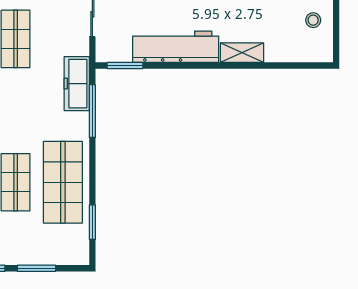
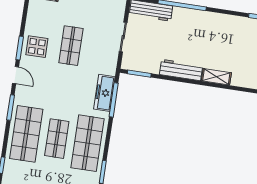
workbench: (176, 47) -> (181, 70), width x0.73, depth x0.76
freezer: (77, 84) -> (104, 93), moved

